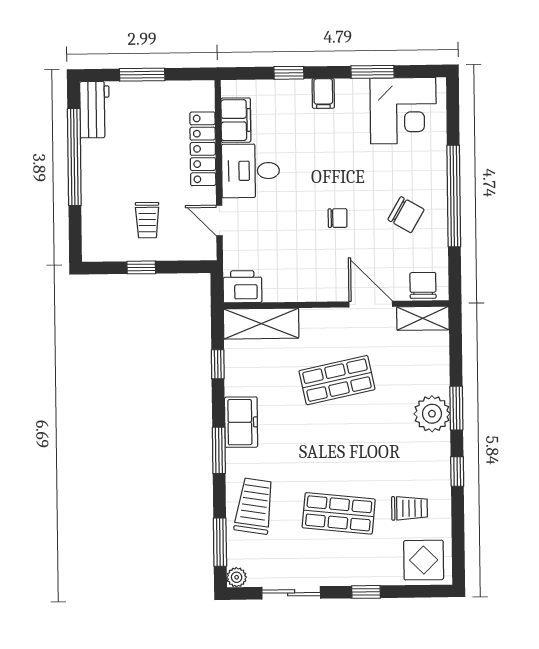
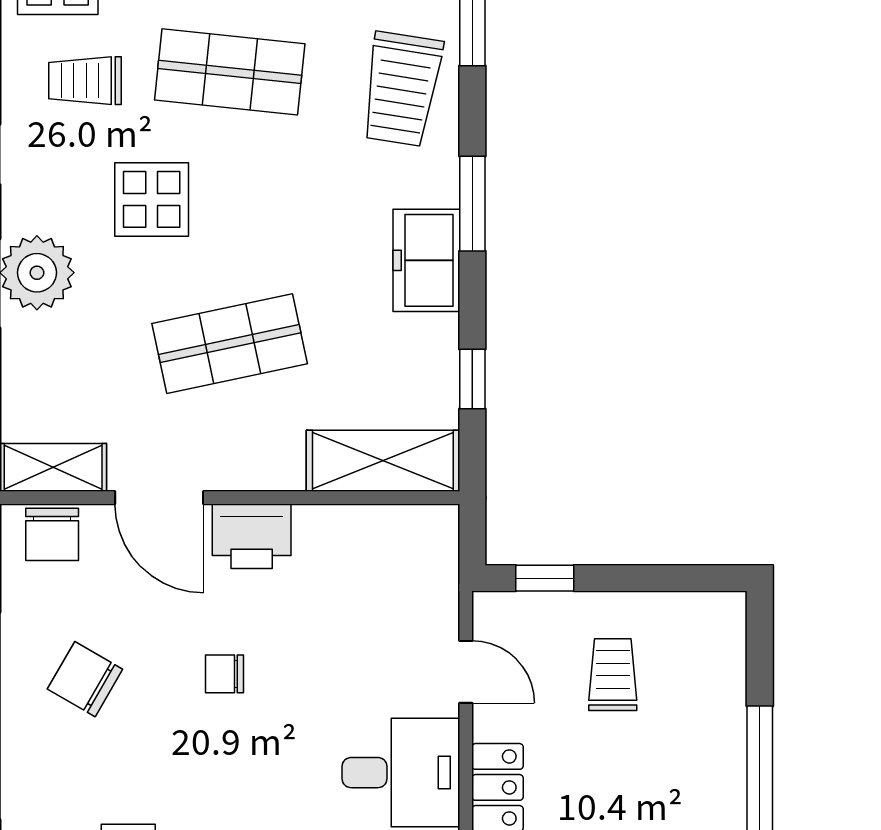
window: (141, 267) -> (545, 578), moved
printer: (242, 287) -> (252, 536), moved
display table: (376, 450) -> (152, 199), added

